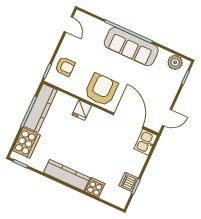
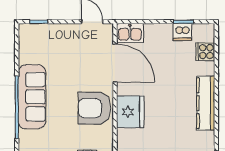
plant: (175, 62) -> (27, 41), removed
fridge: (82, 110) -> (130, 112), width x1.88, depth x1.34
door: (128, 121) -> (115, 63), swing flipped
cooker: (95, 188) -> (205, 52), moved

